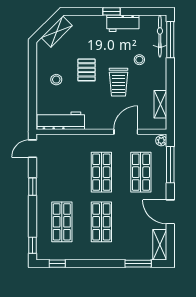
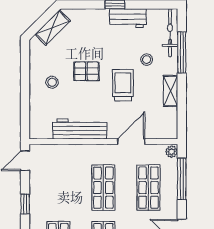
window: (170, 40) -> (182, 52), moved
pallet: (86, 70) -> (86, 71), turned 90
trolley: (119, 82) -> (123, 85), turned 180
shelving: (160, 104) -> (171, 91), moved
workbench: (61, 121) -> (80, 129), moved

